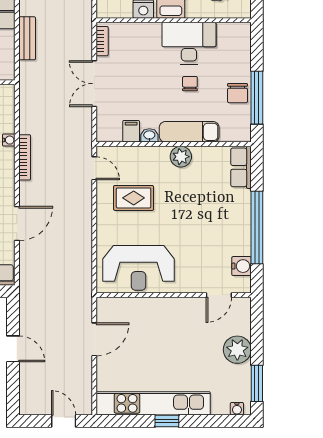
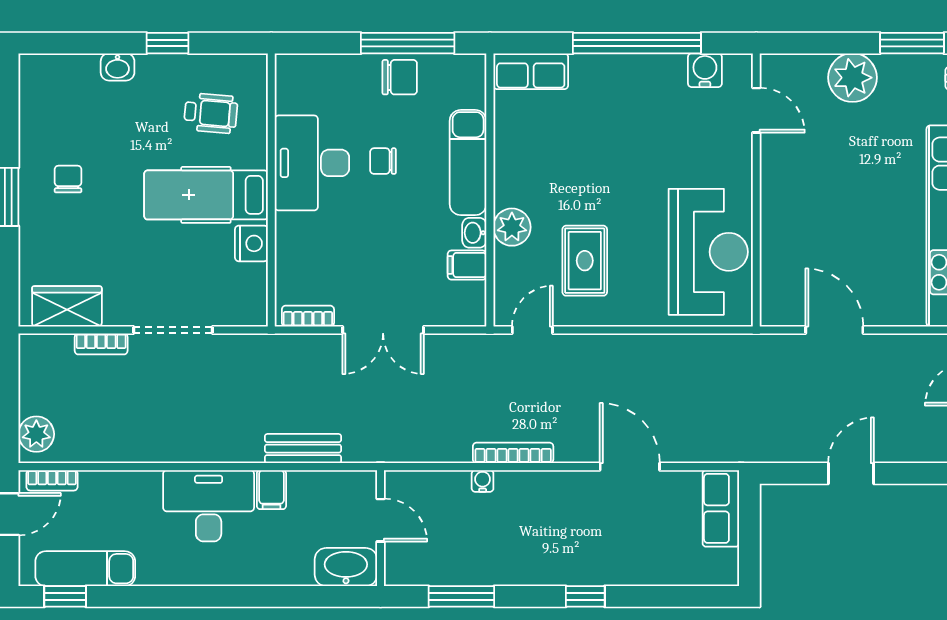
plant: (181, 157) -> (512, 227), moved

